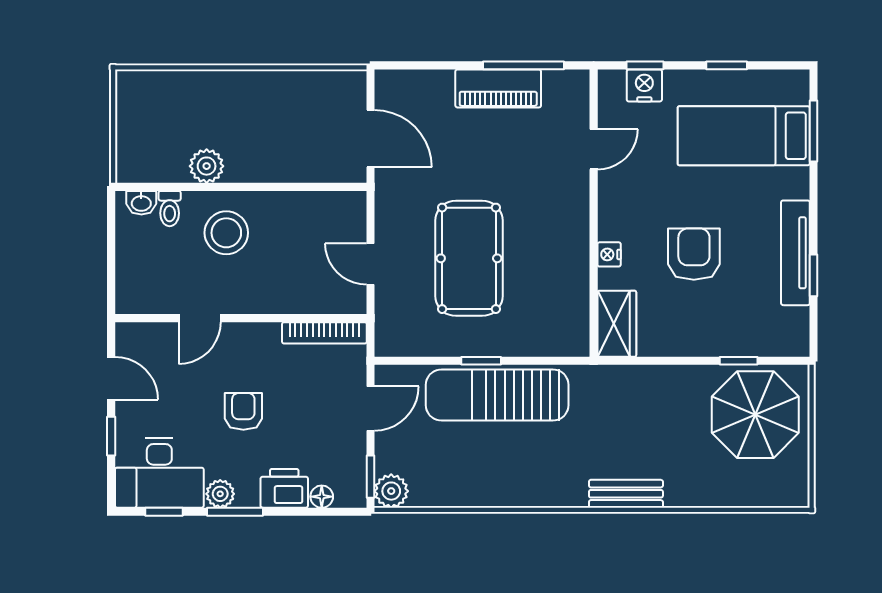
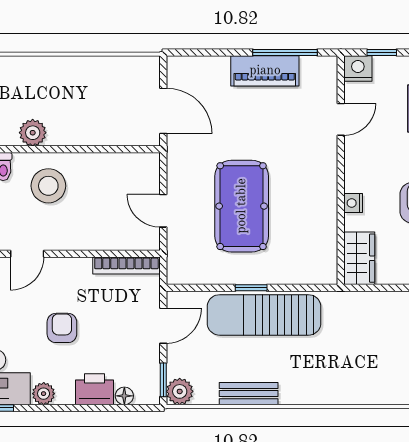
nightstand: (644, 85) -> (358, 69), moved
bench: (626, 494) -> (249, 394), moved
window: (235, 512) -> (55, 408), removed

